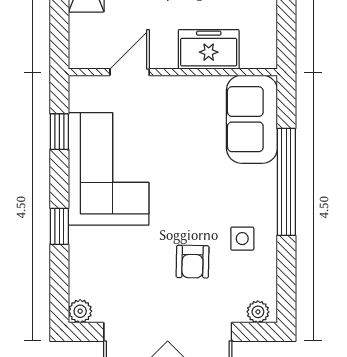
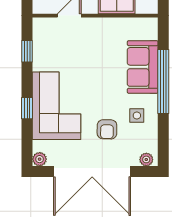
sofa: (252, 119) -> (143, 67), moved
corner sofa: (109, 169) -> (57, 106), moved

